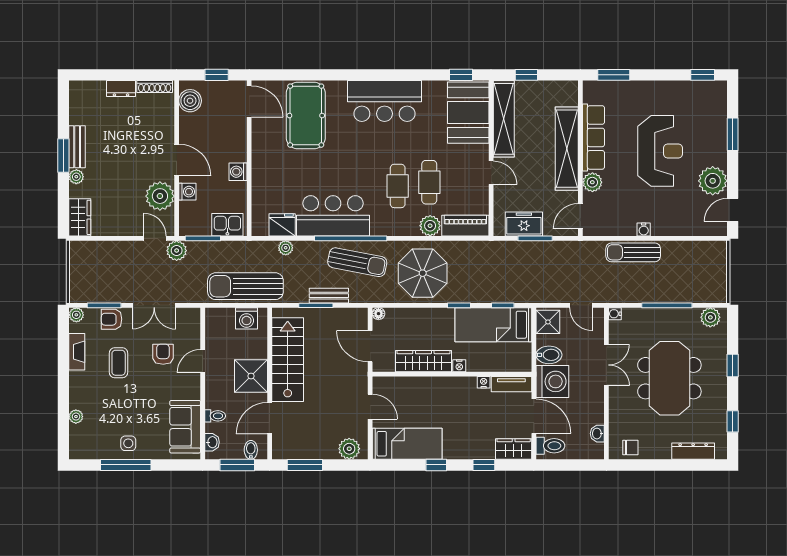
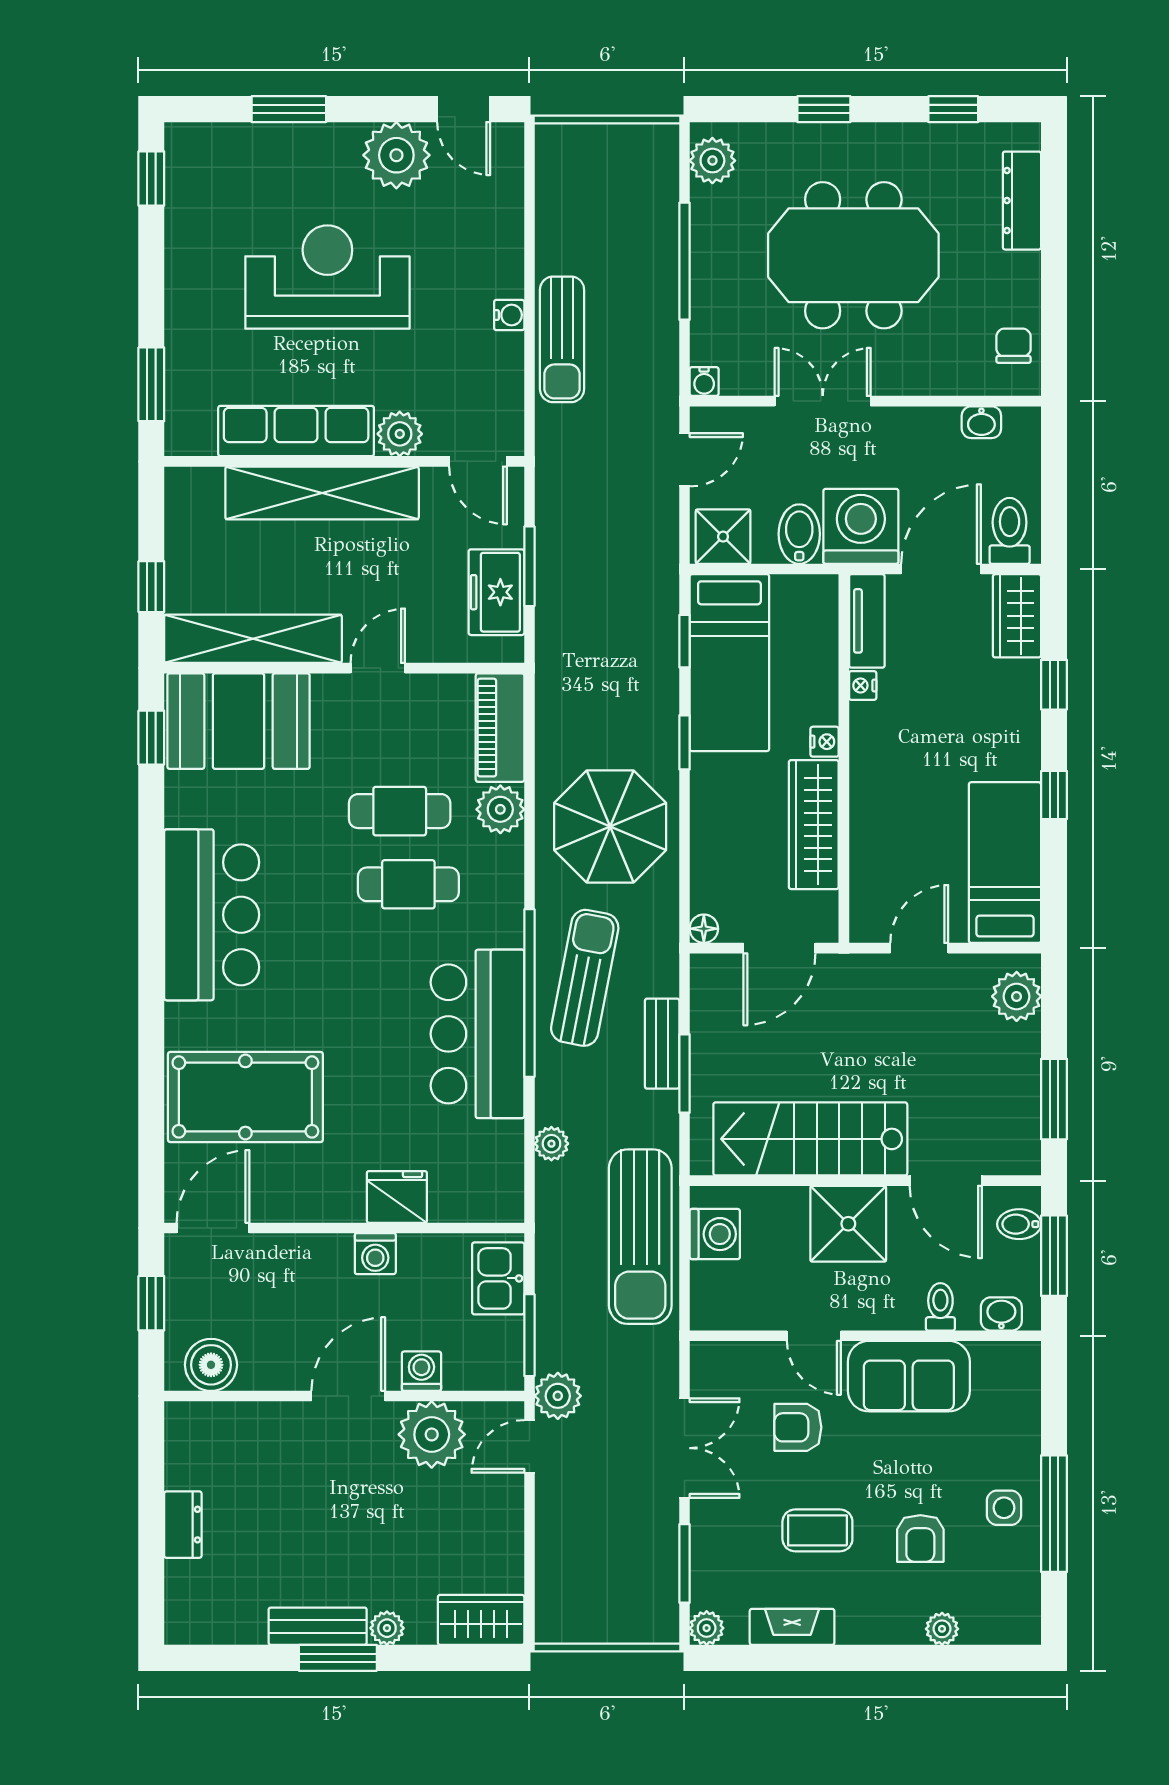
shoe rack: (155, 87) -> (178, 1447), removed
fridge: (282, 225) -> (397, 1197), moved, turned 90
armchair: (112, 319) -> (920, 1538), moved
sofa: (185, 427) -> (909, 1376), moved

